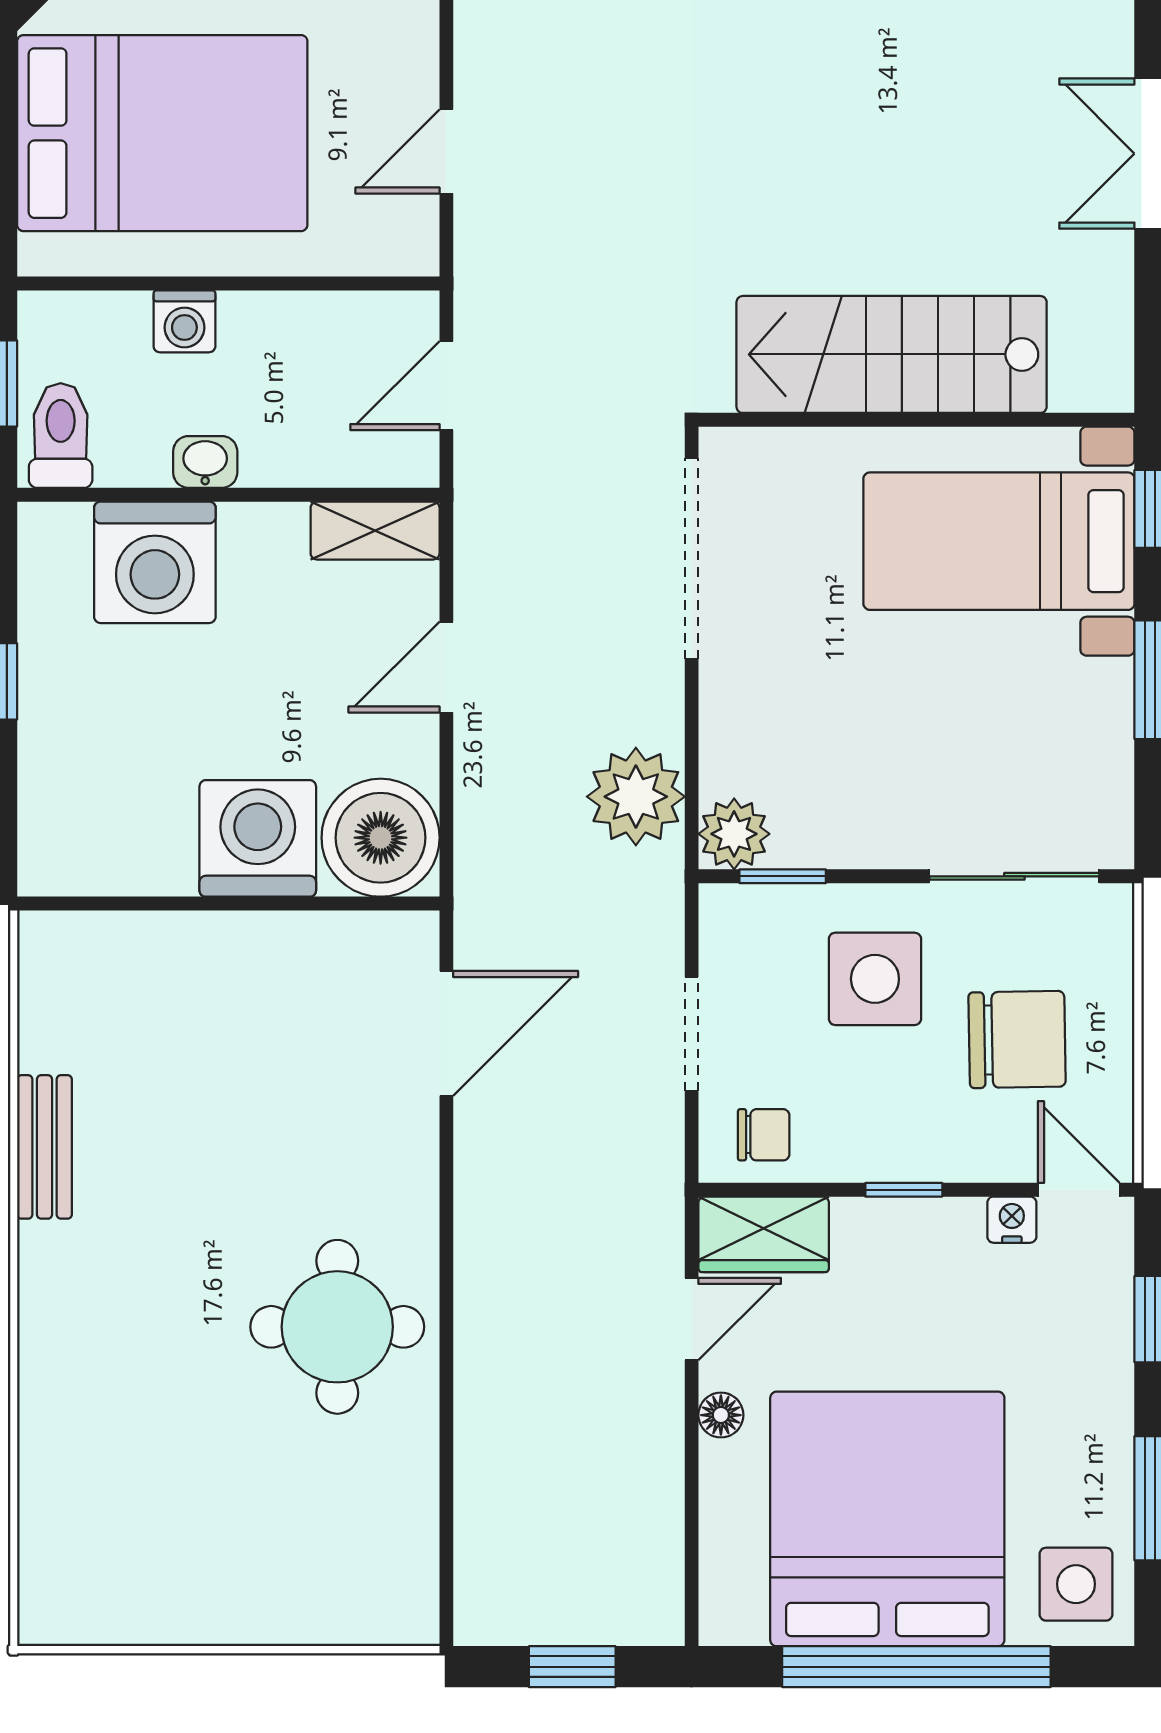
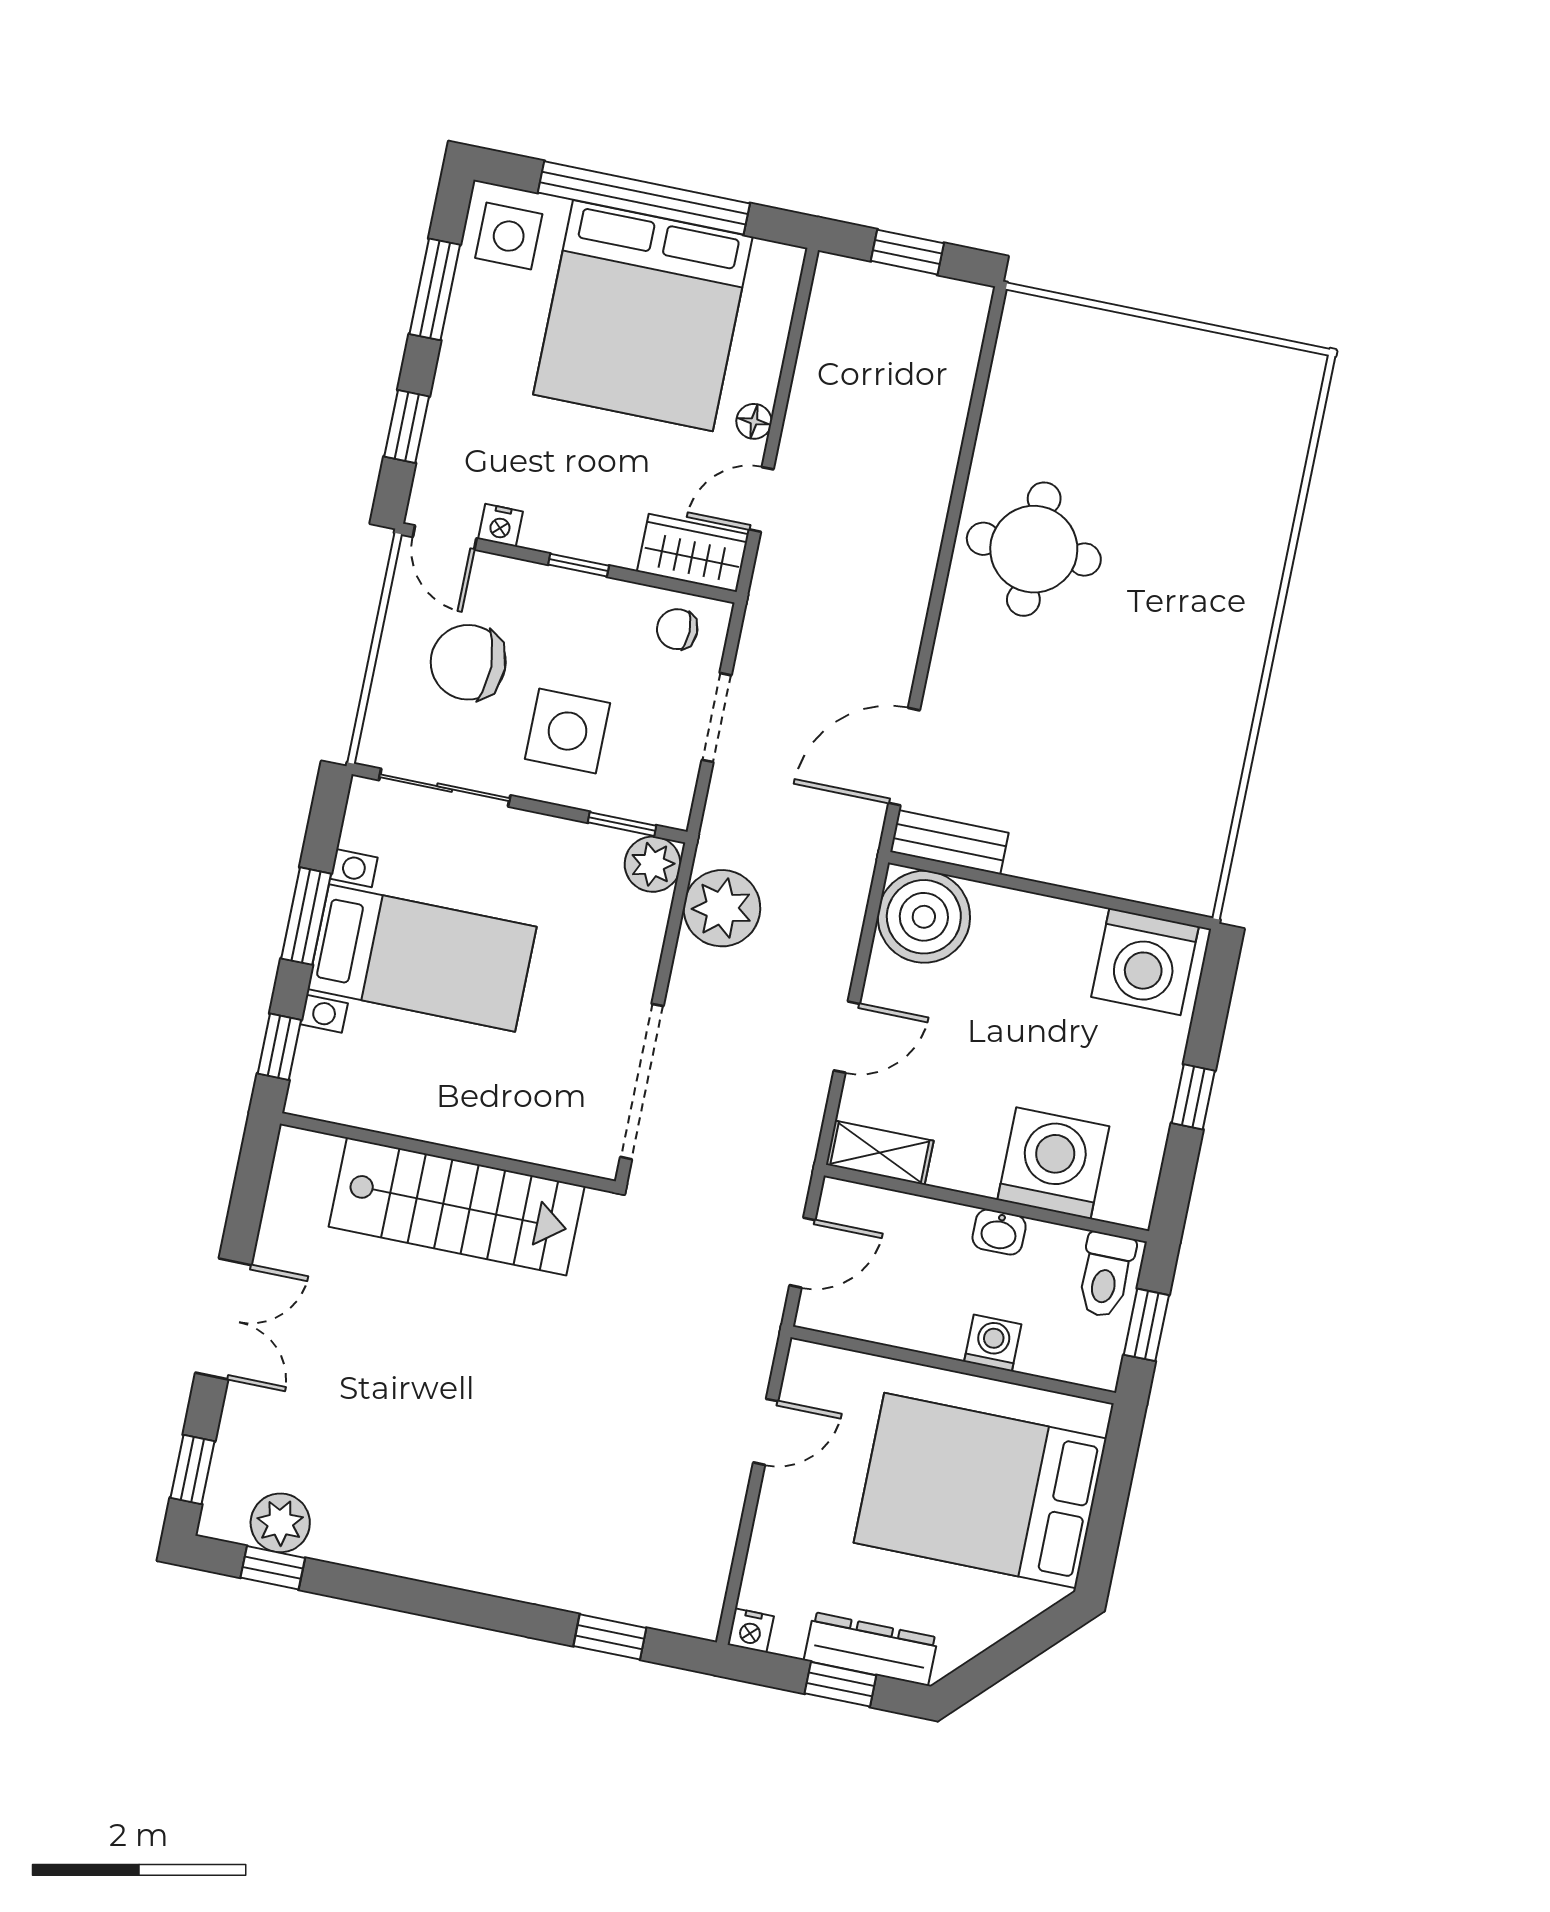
bed with nightstands: (999, 541) -> (422, 958), moved
washing machine: (258, 838) -> (1145, 962), moved
bench: (45, 1147) -> (949, 842), moved, turned 90

